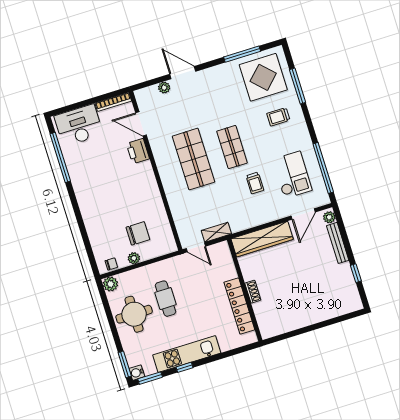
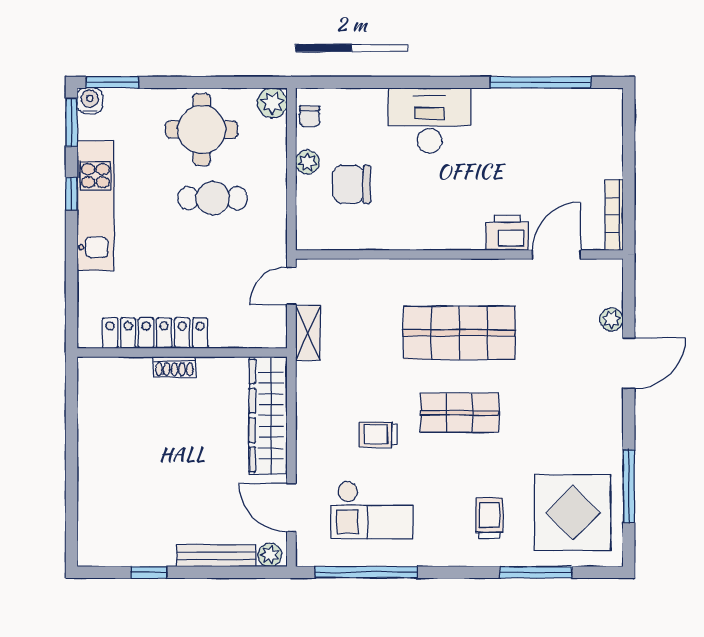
desk: (79, 125) -> (429, 121), moved, turned -90
chair: (138, 233) -> (352, 184), turned 90

